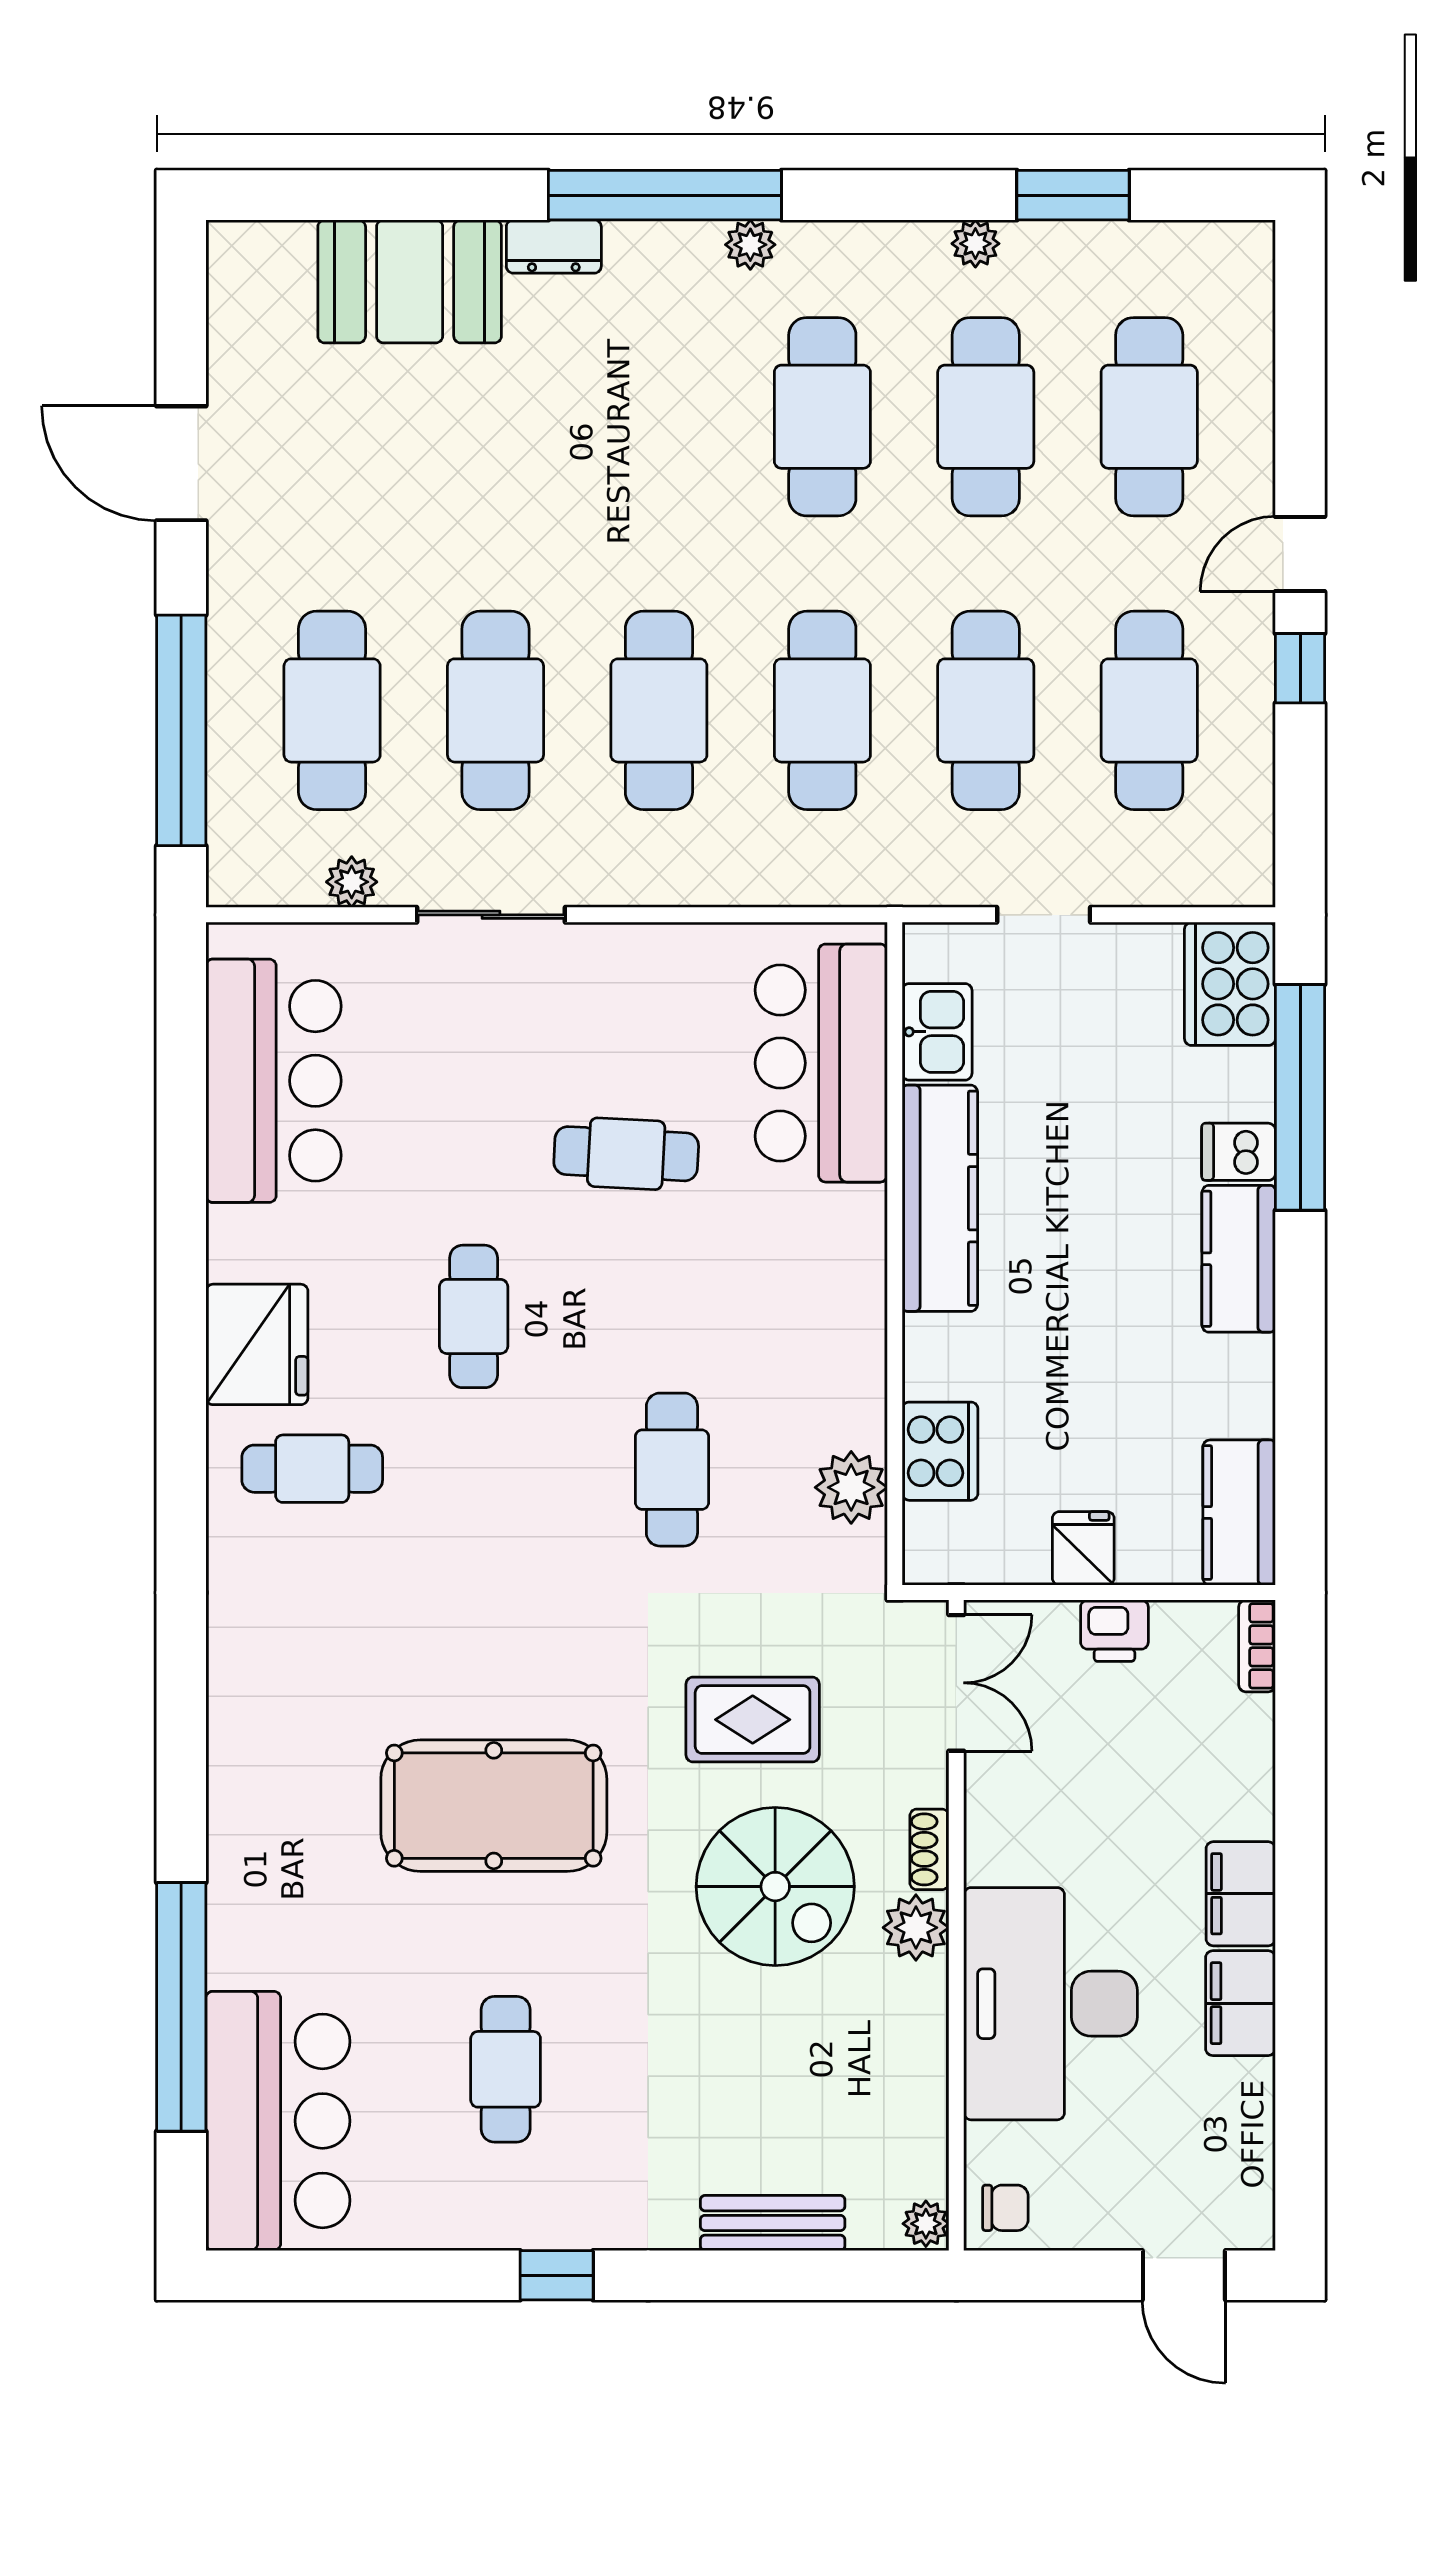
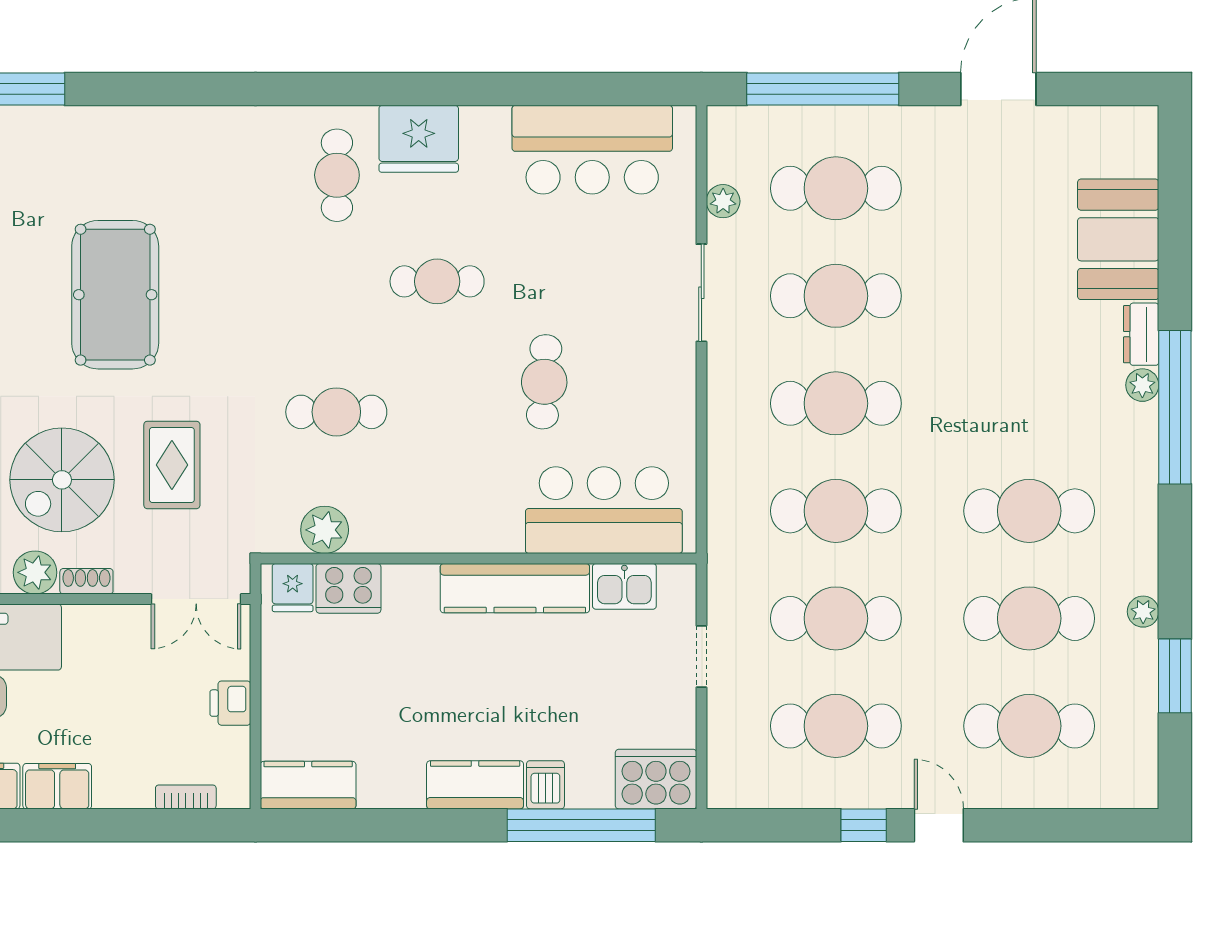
plant: (750, 245) -> (1142, 385), moved
fridge: (1083, 1548) -> (293, 588), moved, turned 90
bookcase: (1257, 1646) -> (186, 797), moved

